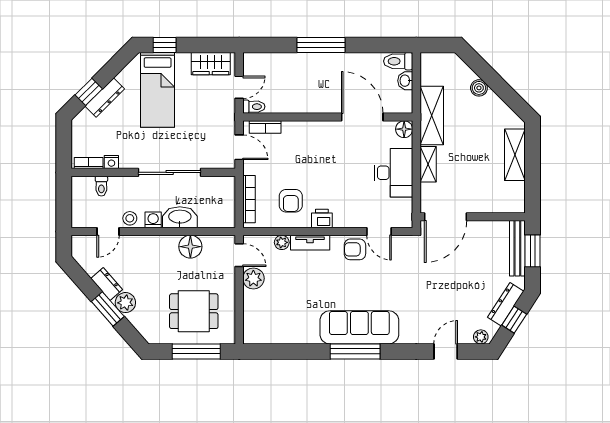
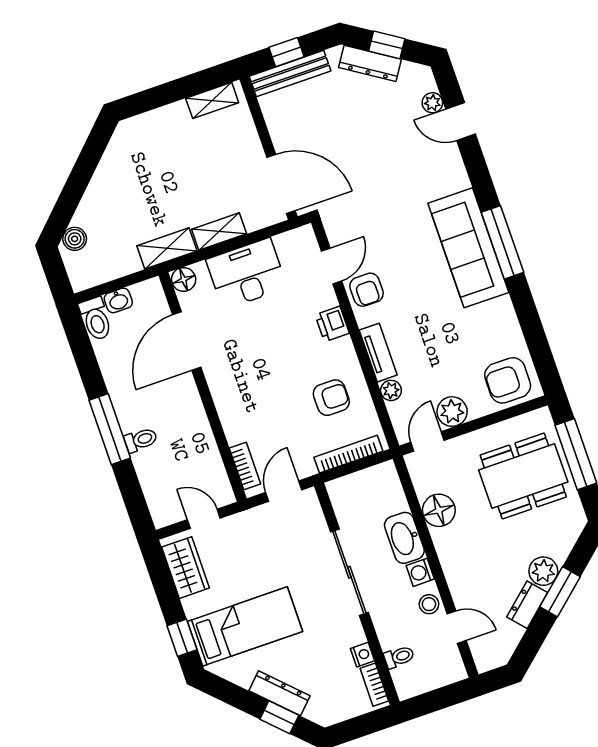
boiler: (479, 88) -> (75, 239), moved
toilet: (254, 107) -> (141, 440), moved, turned 90
shelving: (432, 115) -> (167, 248), width x0.67, depth x0.75
shelving: (515, 155) -> (212, 100), moved, width x0.67, depth x0.75
printer: (322, 218) -> (332, 324), moved
window: (533, 251) -> (286, 52), width x0.67
dining table: (194, 311) -> (523, 476), width x1.38
armchair: (261, 323) -> (508, 380), added
plant: (481, 337) -> (432, 103), moved

